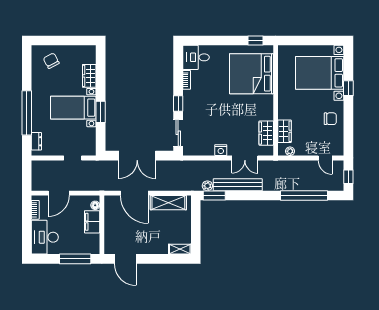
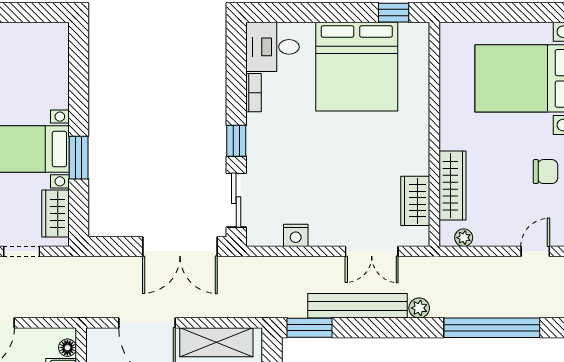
bed: (251, 74) -> (357, 67), moved, turned -90
wardrobe: (89, 76) -> (55, 213), moved
wardrobe: (285, 131) -> (453, 186), width x1.50
nightstand: (221, 150) -> (296, 235), moved
double door: (137, 156) -> (180, 247), moved
door: (325, 158) -> (535, 251), swing flipped
plant: (207, 186) -> (419, 308), moved

